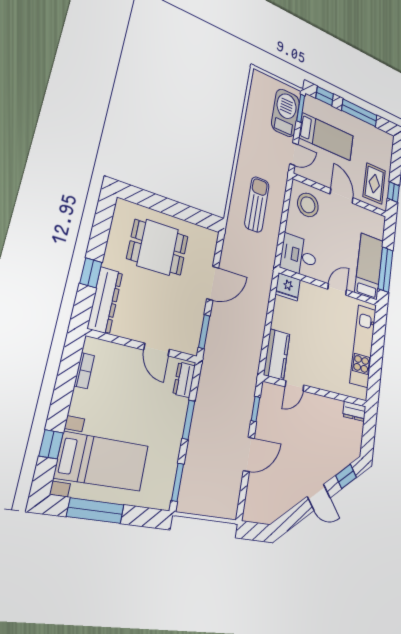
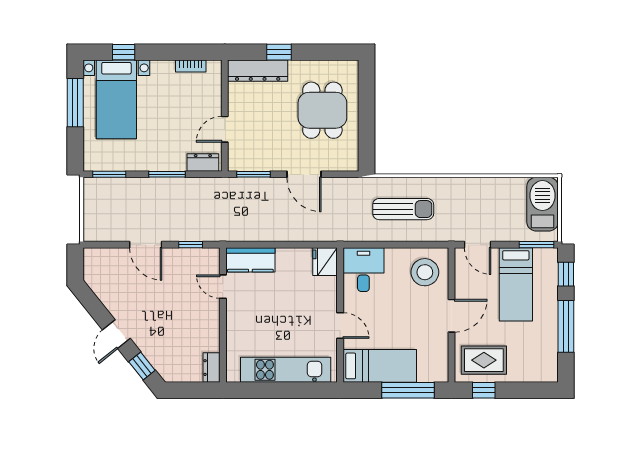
barbecue: (286, 113) -> (542, 204), moved, turned -90
window: (385, 270) -> (408, 390), moved

